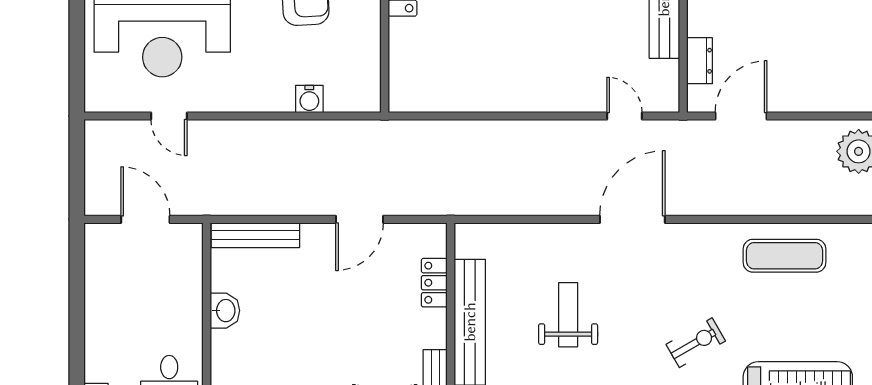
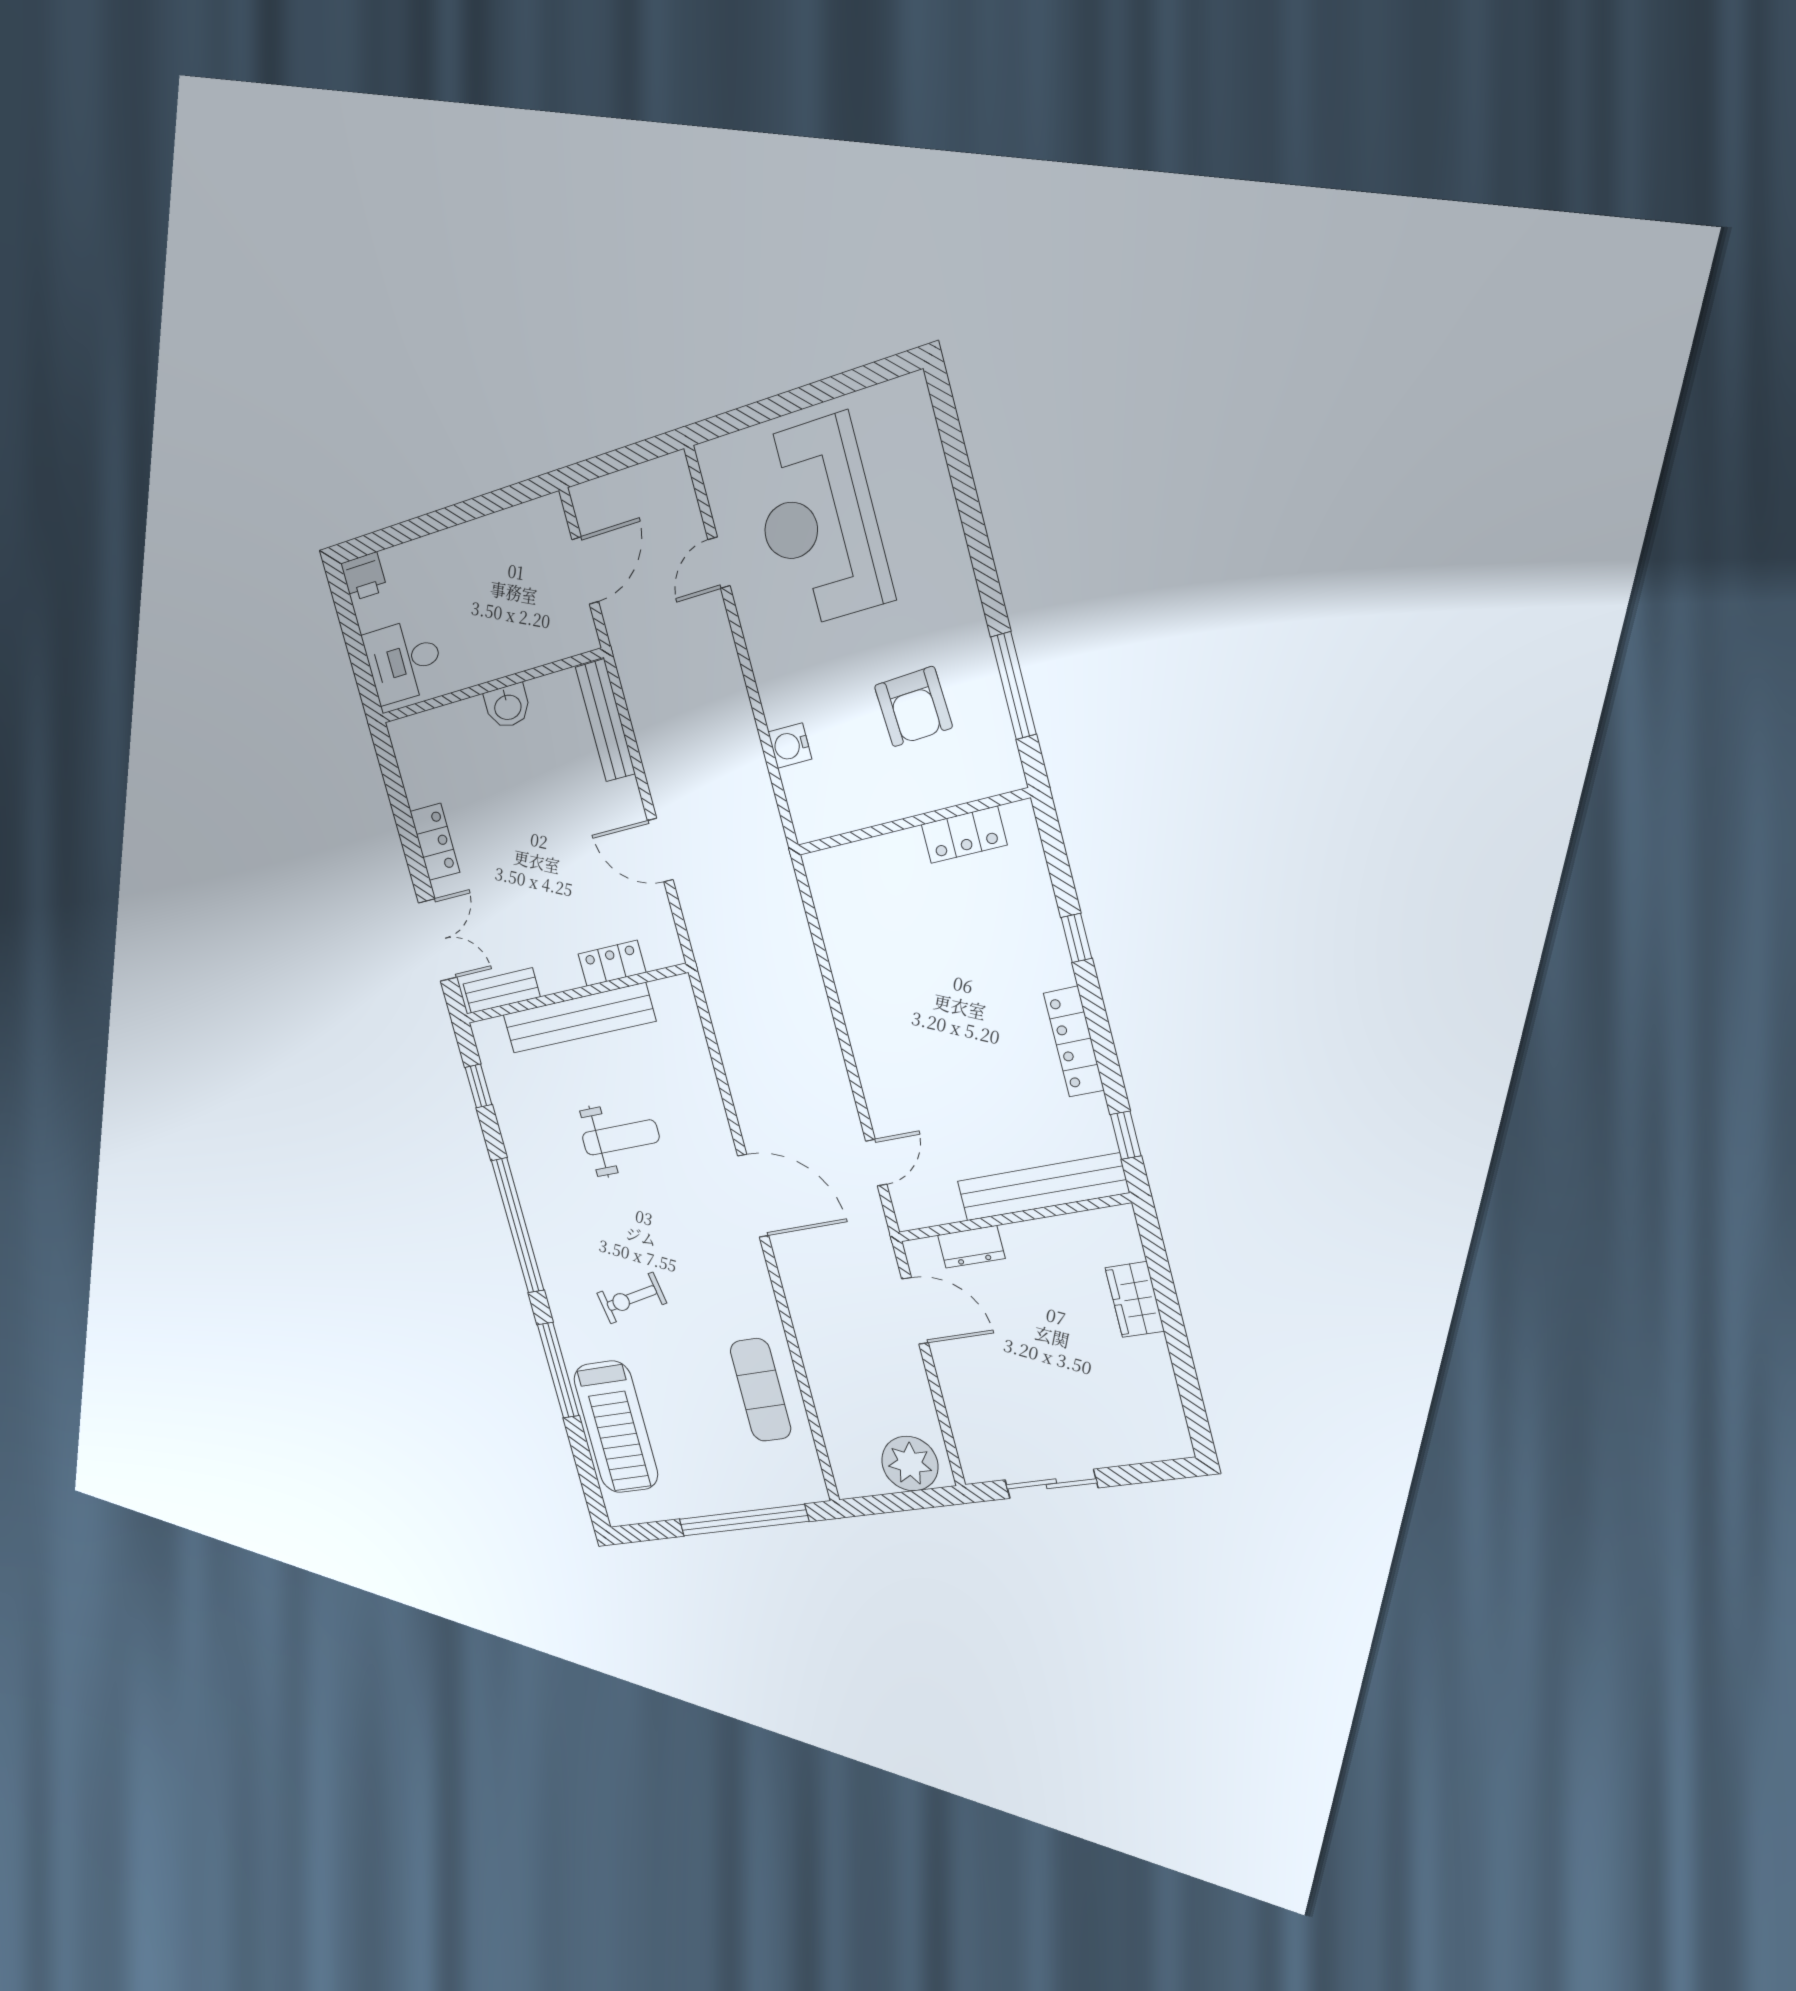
exercise bike: (696, 343) -> (632, 1298), turned 110

